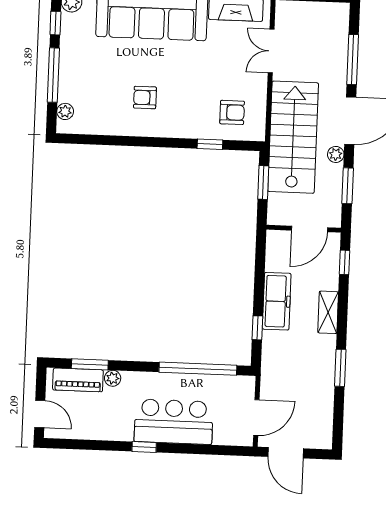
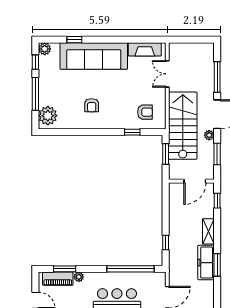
armchair: (145, 98) -> (92, 105), turned -90
plant: (65, 111) -> (48, 116), width x1.88, depth x1.88
freezer: (277, 301) -> (206, 263), moved, turned 180

